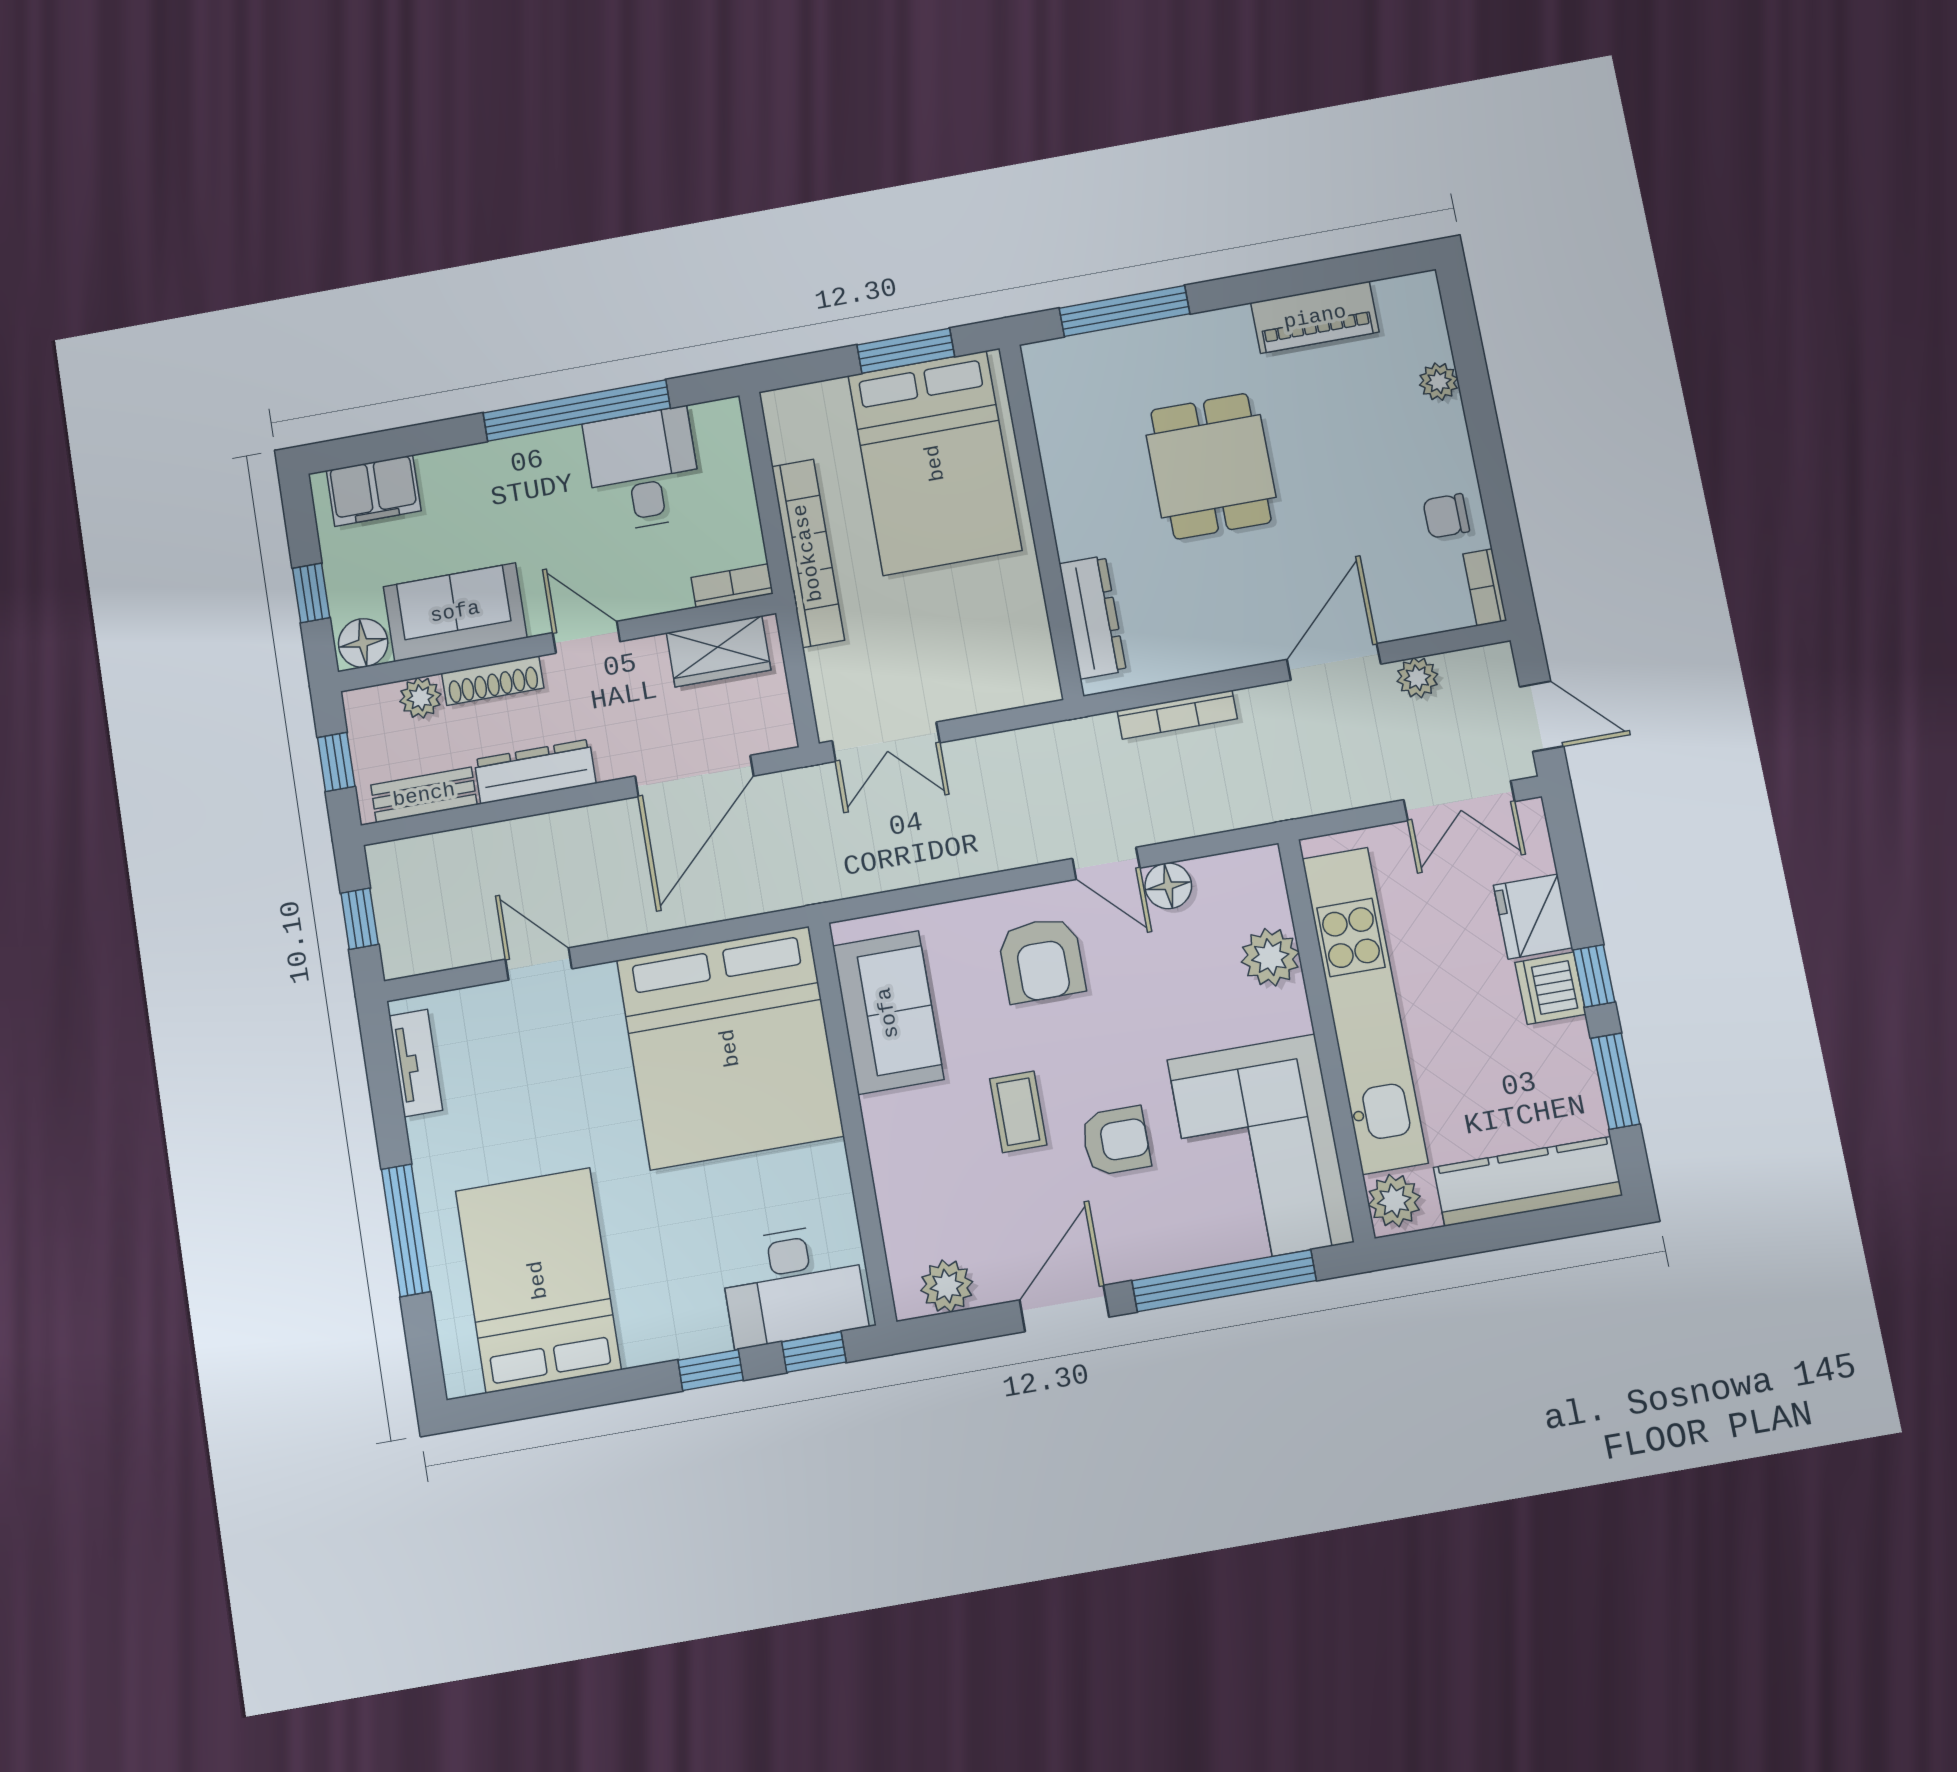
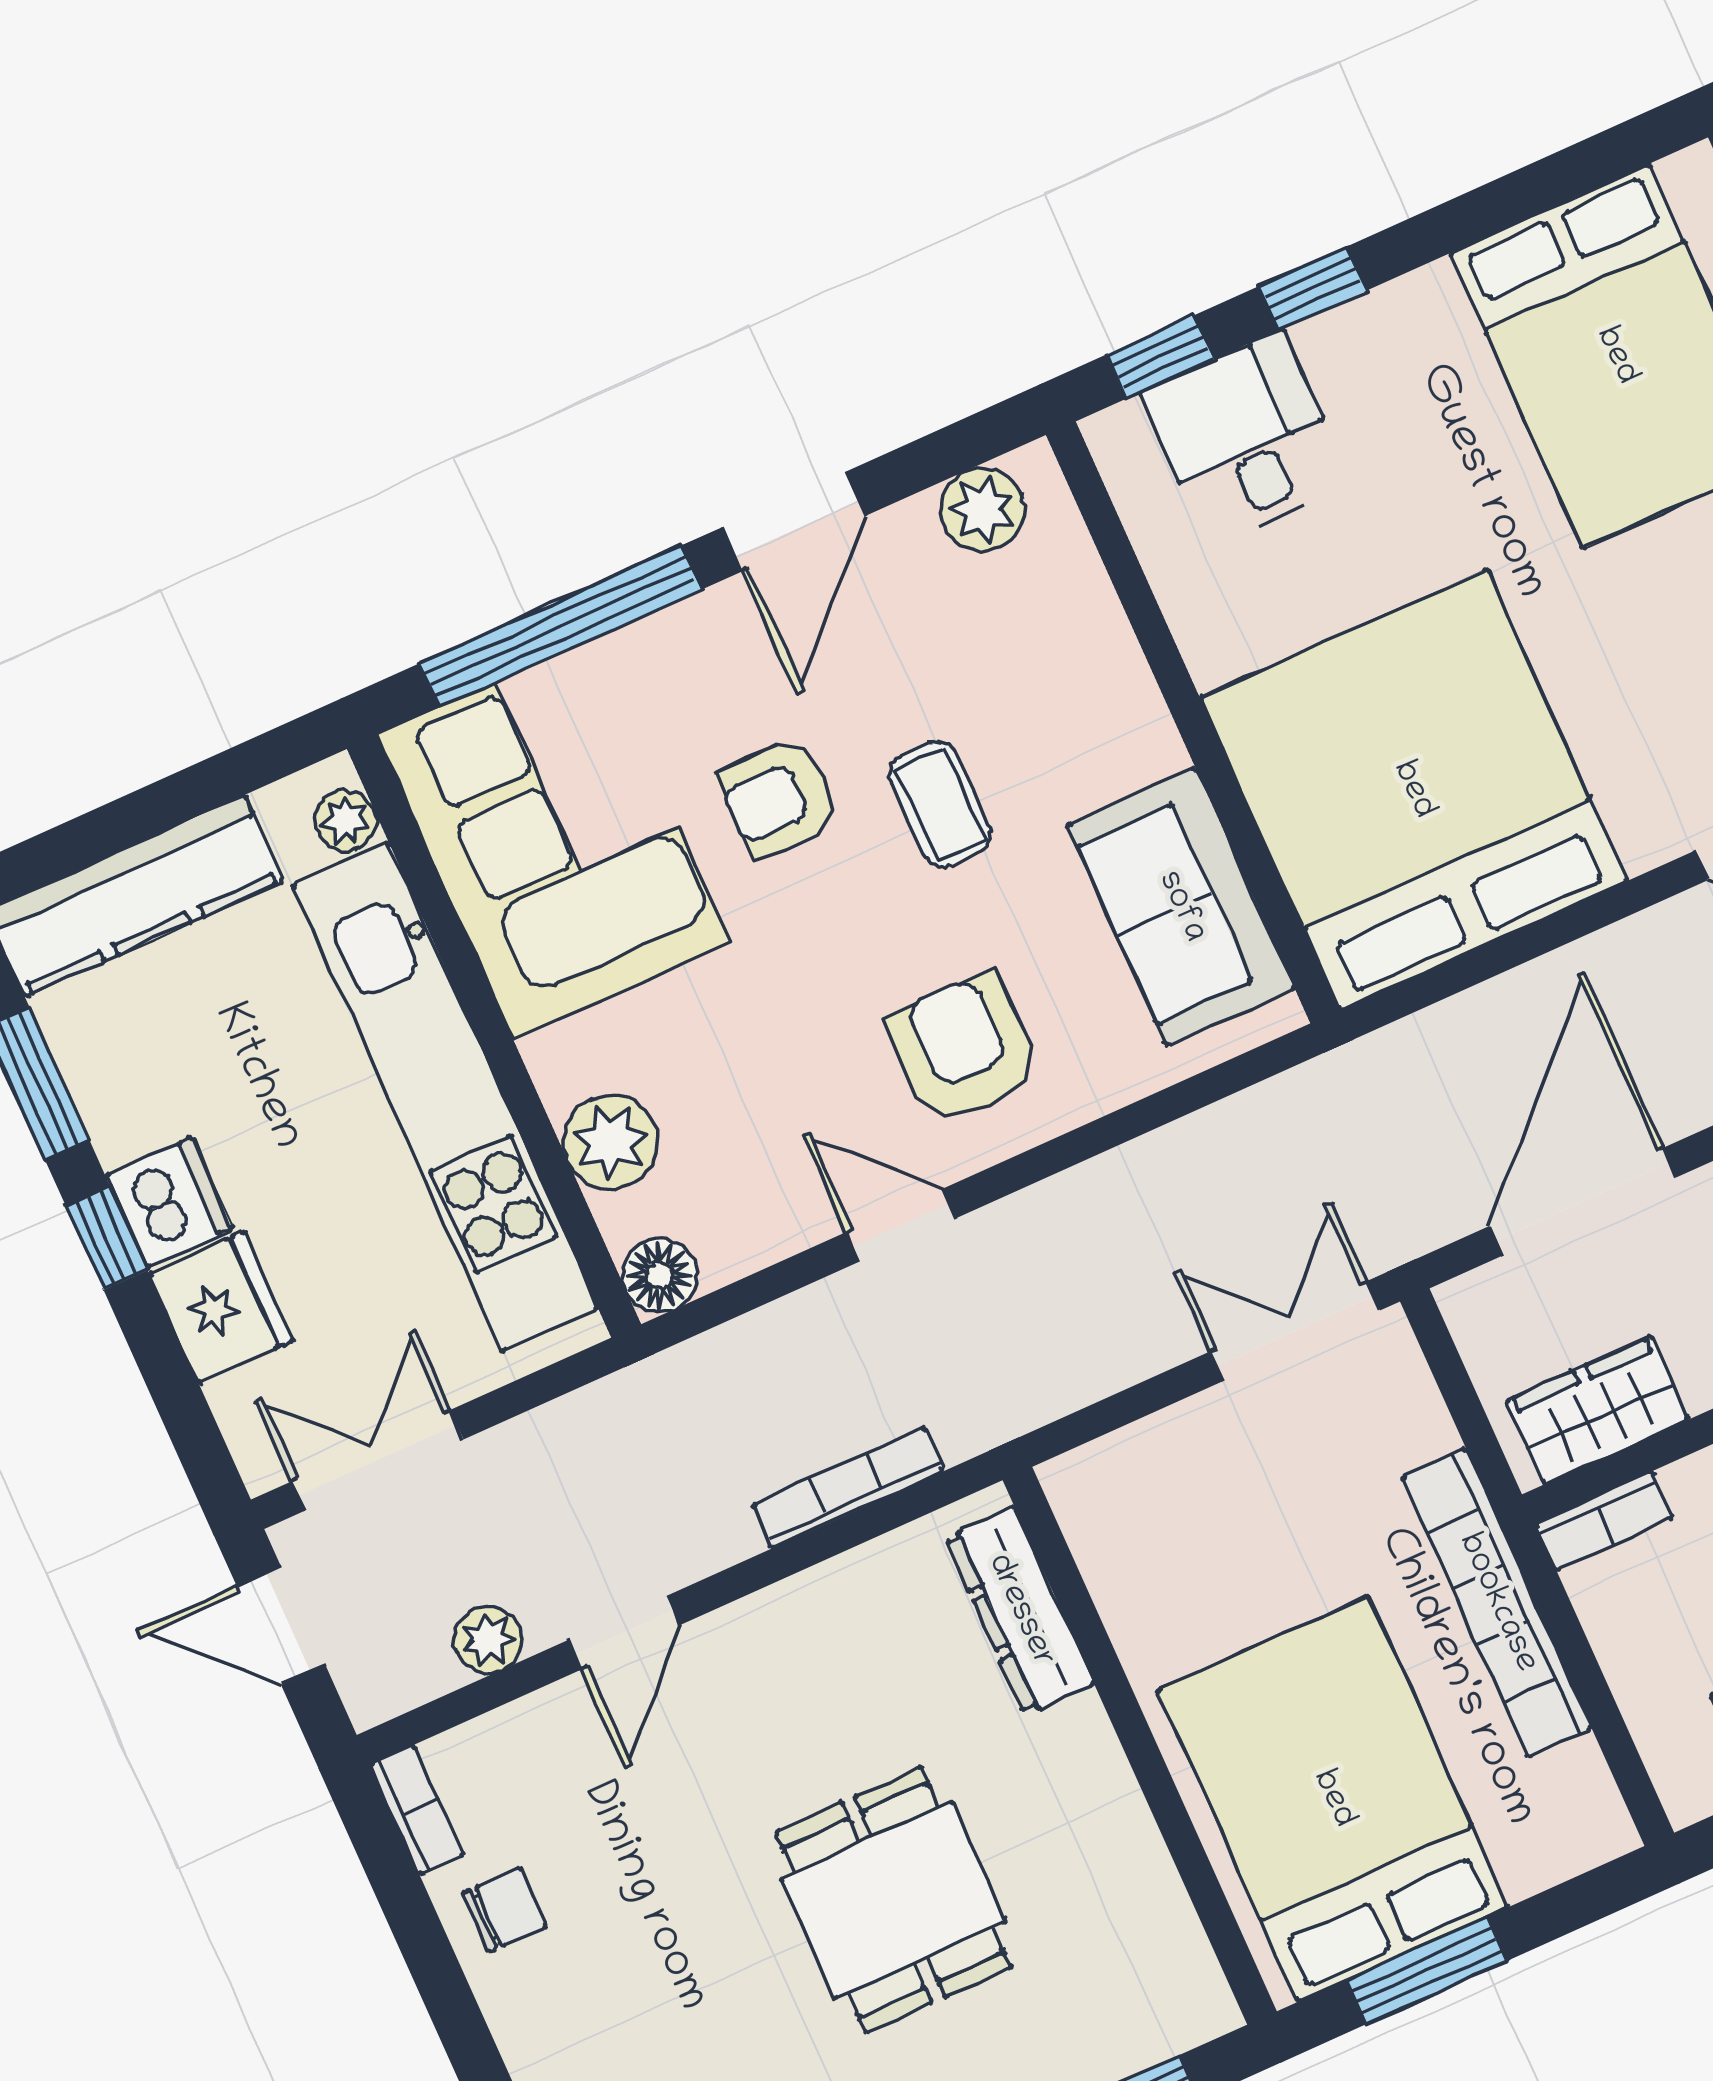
door: (1334, 662) -> (624, 1633), width x0.73
floor lamp: (1168, 886) -> (659, 1275), moved
plant: (1394, 1201) -> (346, 821), width x0.73, depth x0.73
desk: (793, 1285) -> (1246, 438), width x0.73

